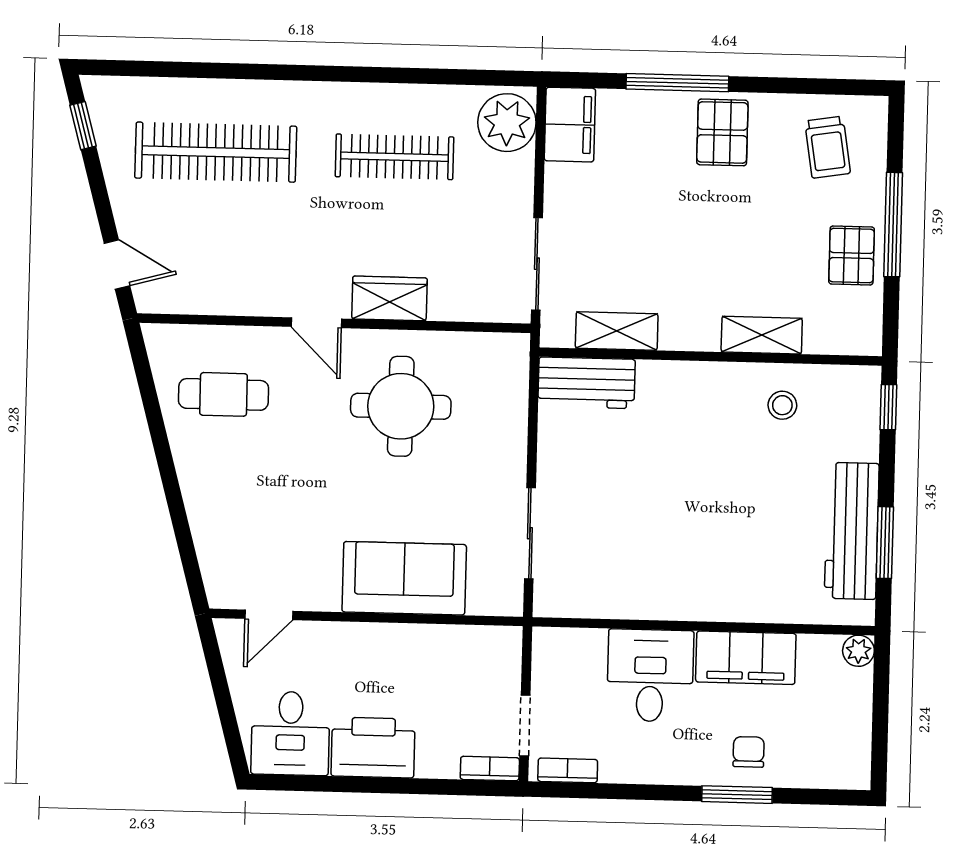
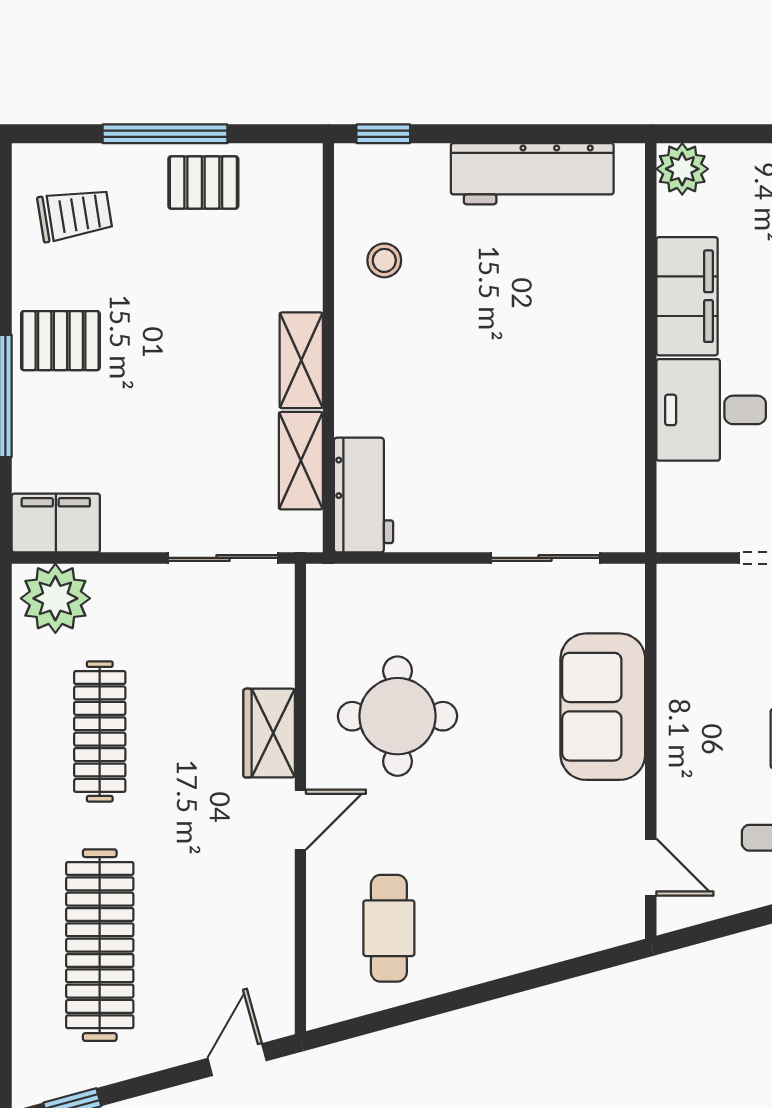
shelving: (762, 335) -> (301, 360), moved
window: (885, 543) -> (545, 134), removed
plant: (858, 651) -> (682, 169), width x1.38, depth x1.38

